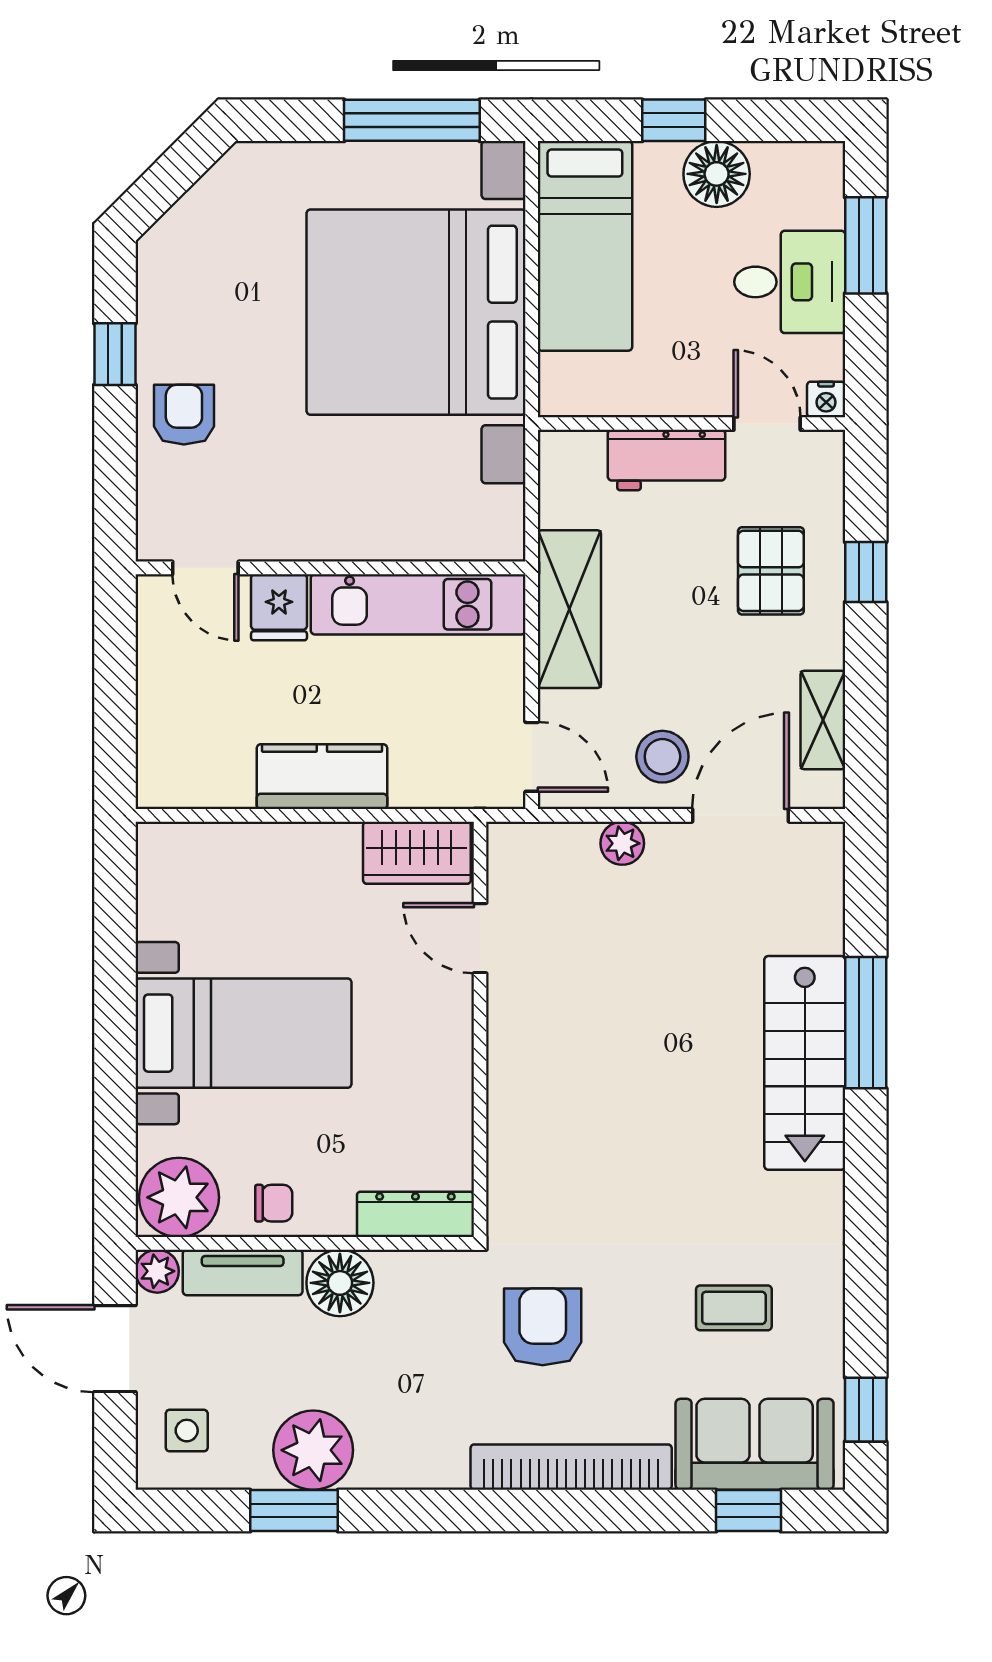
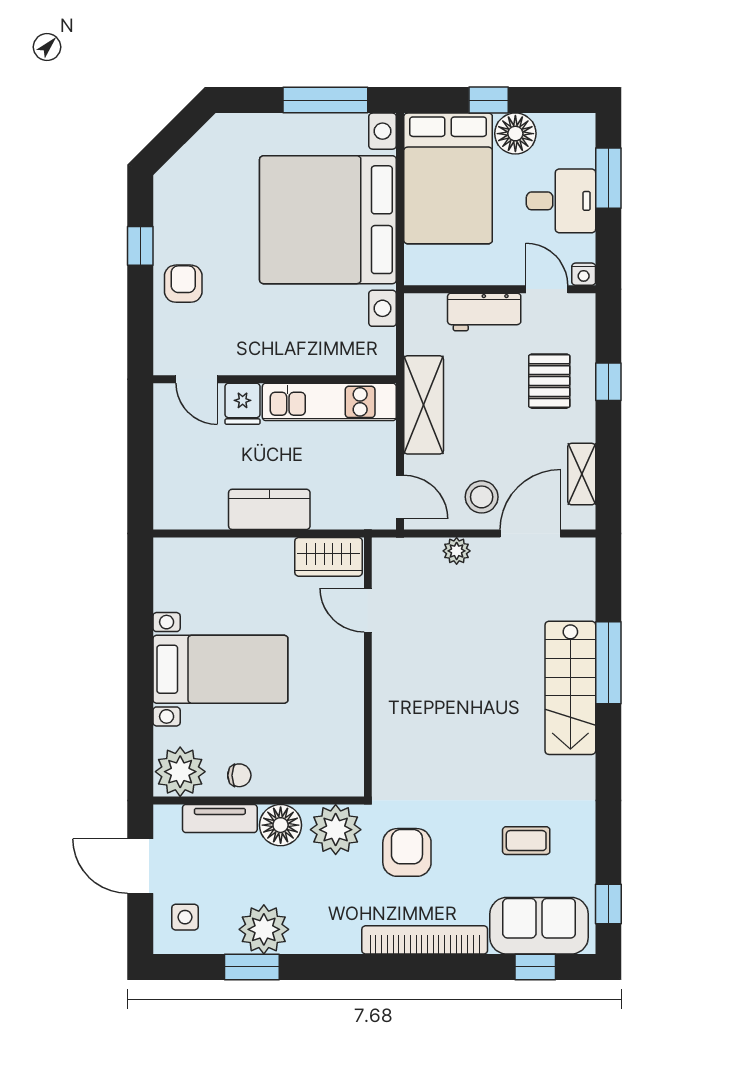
bed: (585, 246) -> (448, 178), width x1.50
dresser: (415, 1214) -> (328, 782), removed
plant: (157, 1271) -> (336, 830), moved, width x1.88, depth x1.88

